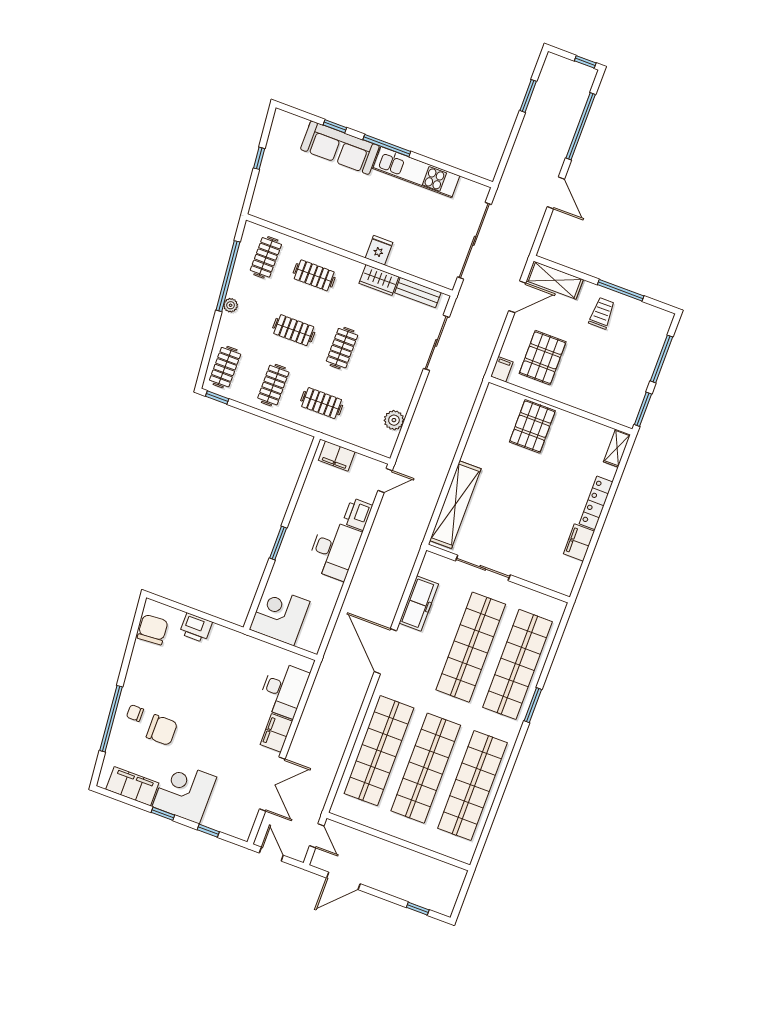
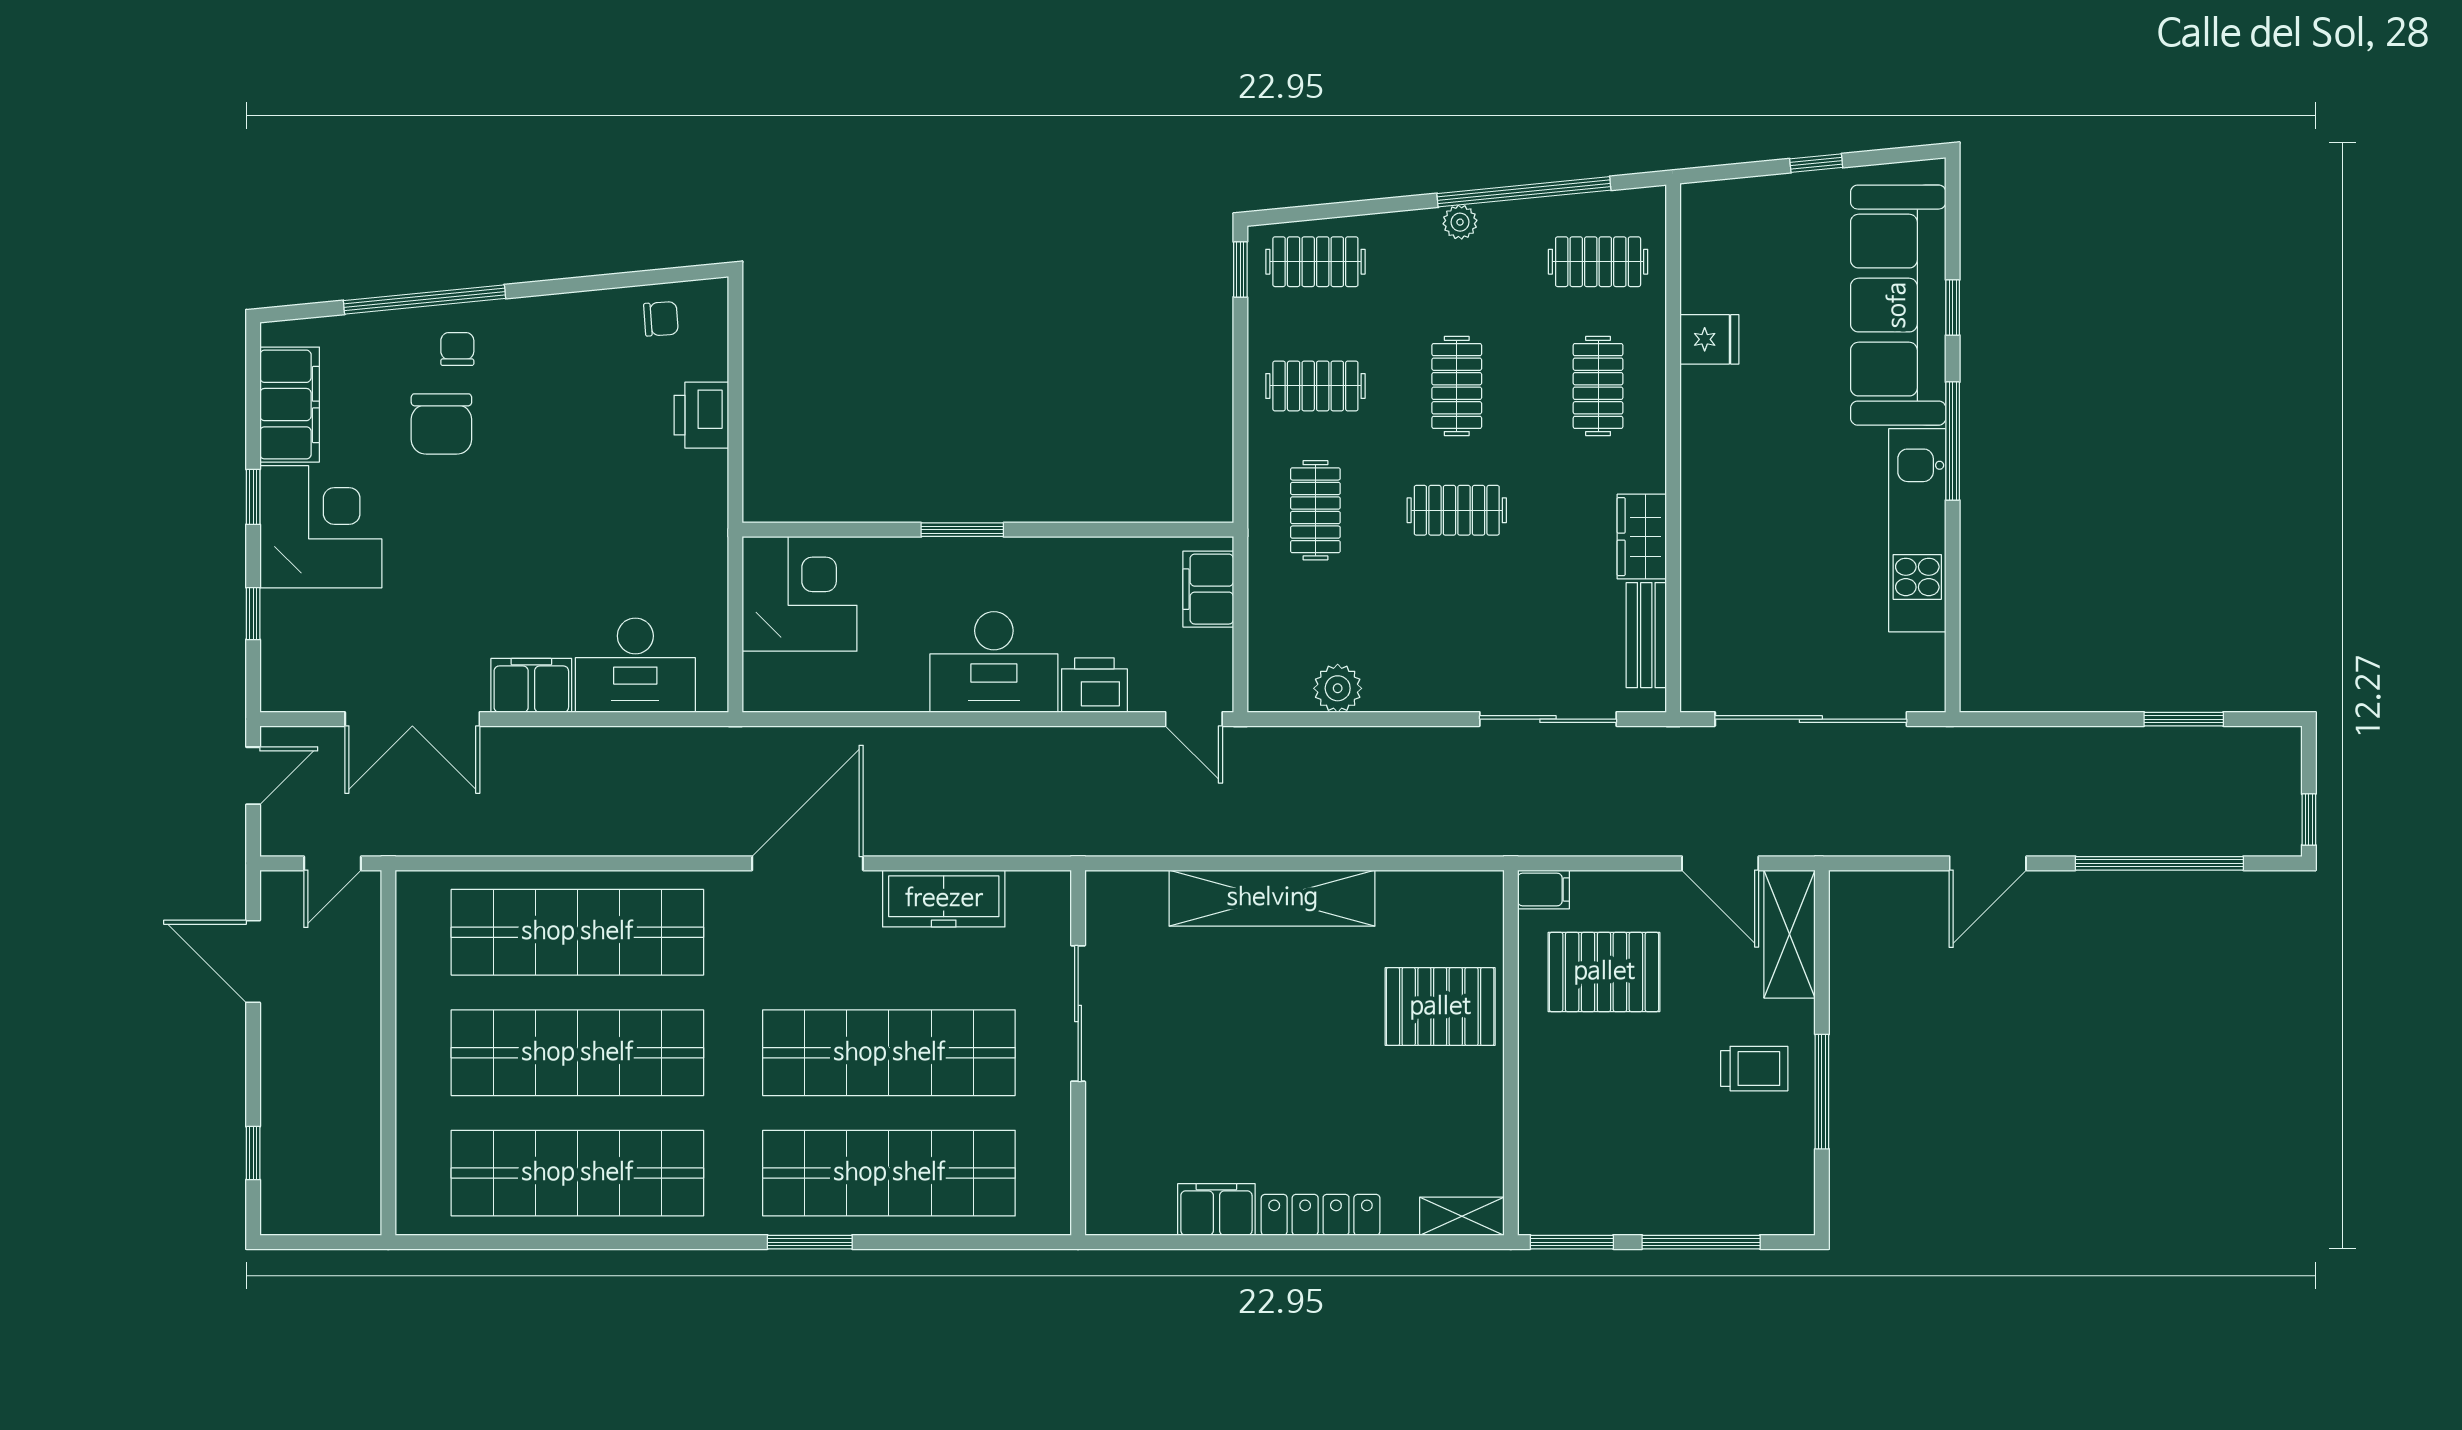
sofa: (340, 148) -> (1898, 305), width x1.36, depth x1.27
fridge: (379, 250) -> (1709, 339), moved
shelving: (455, 505) -> (1272, 898), moved
chair: (153, 630) -> (661, 319), width x0.54, depth x0.54

